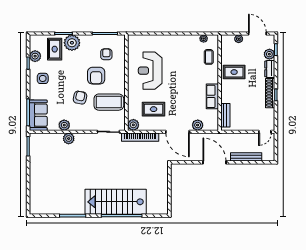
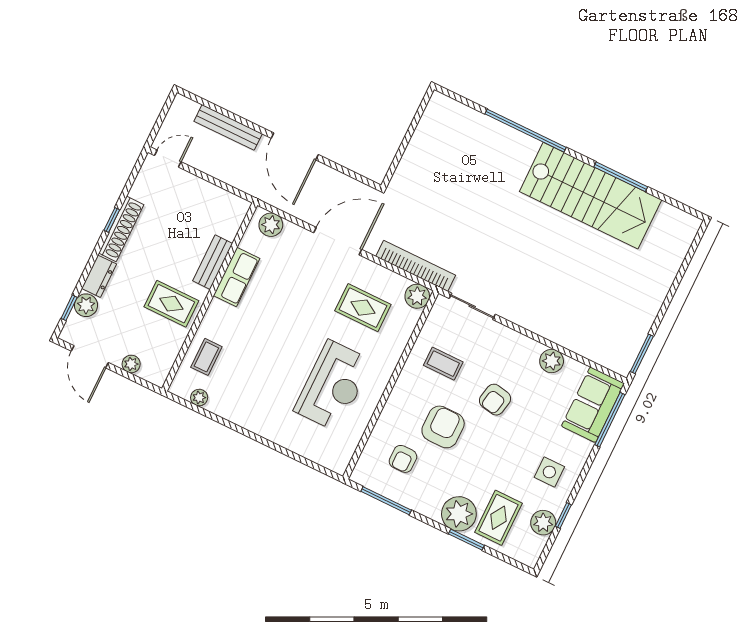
coffee table: (109, 102) -> (443, 364), width x0.54, depth x0.58
bench: (225, 115) -> (213, 262), moved
plant: (198, 125) -> (271, 225), moved
door: (178, 132) -> (338, 241), hinge flipped
plant: (69, 139) -> (556, 331), removed
stairs: (116, 202) -> (591, 196), moved

